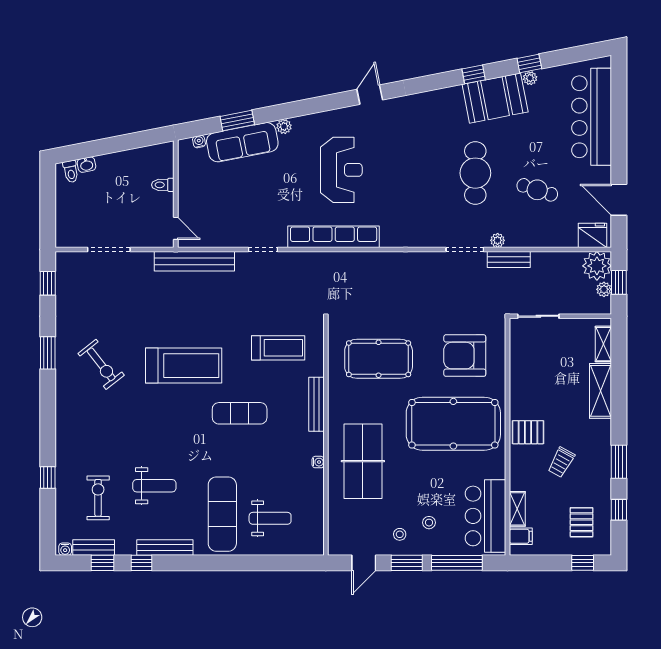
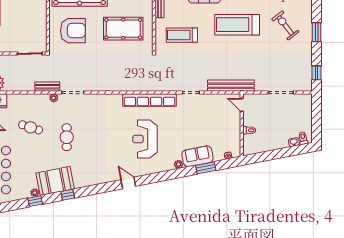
door: (370, 95) -> (128, 183), swing flipped
sofa: (242, 142) -> (197, 156), width x0.73
cafe table: (475, 173) -> (67, 137), width x0.73, depth x0.74

